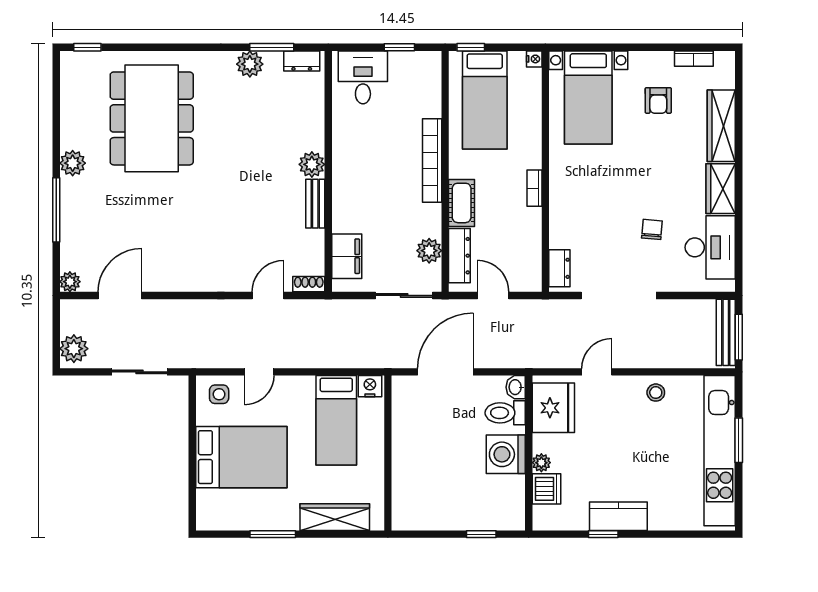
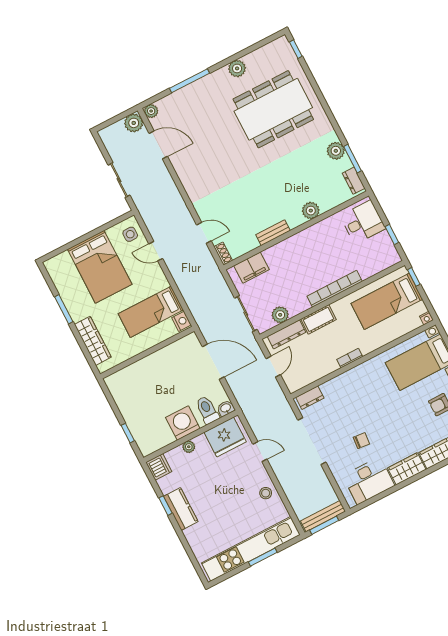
plant: (73, 163) -> (237, 68), moved
plant: (312, 164) -> (311, 211), moved
plant: (74, 349) -> (134, 123), moved
dishwasher: (546, 489) -> (159, 467), moved, turned -90

